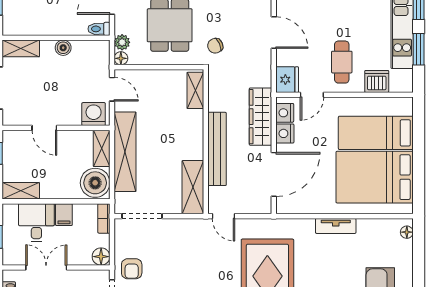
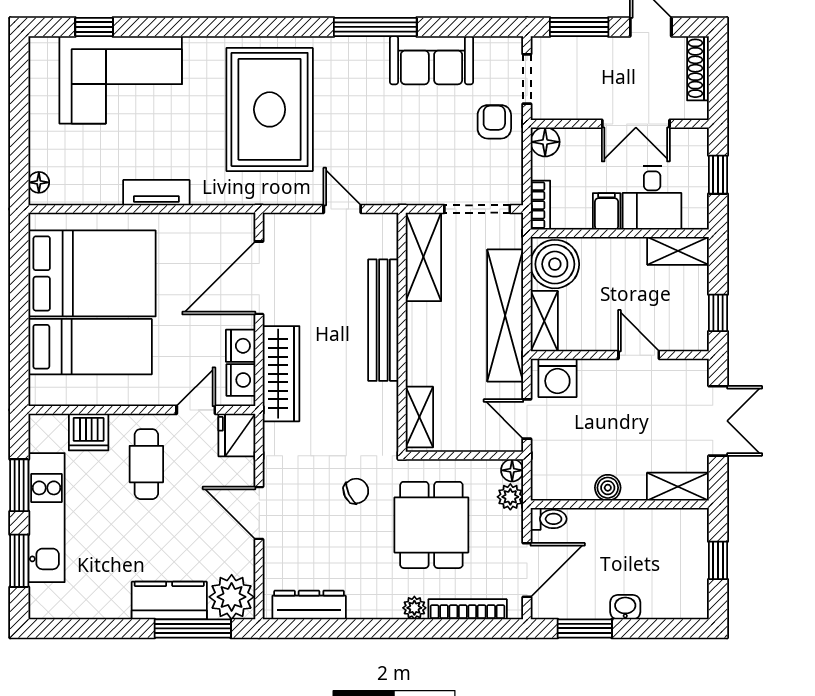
shelving: (195, 90) -> (419, 417), moved
wall: (206, 142) -> (402, 332), moved
bench: (217, 149) -> (383, 320), moved
shelving: (193, 187) -> (423, 257), moved

